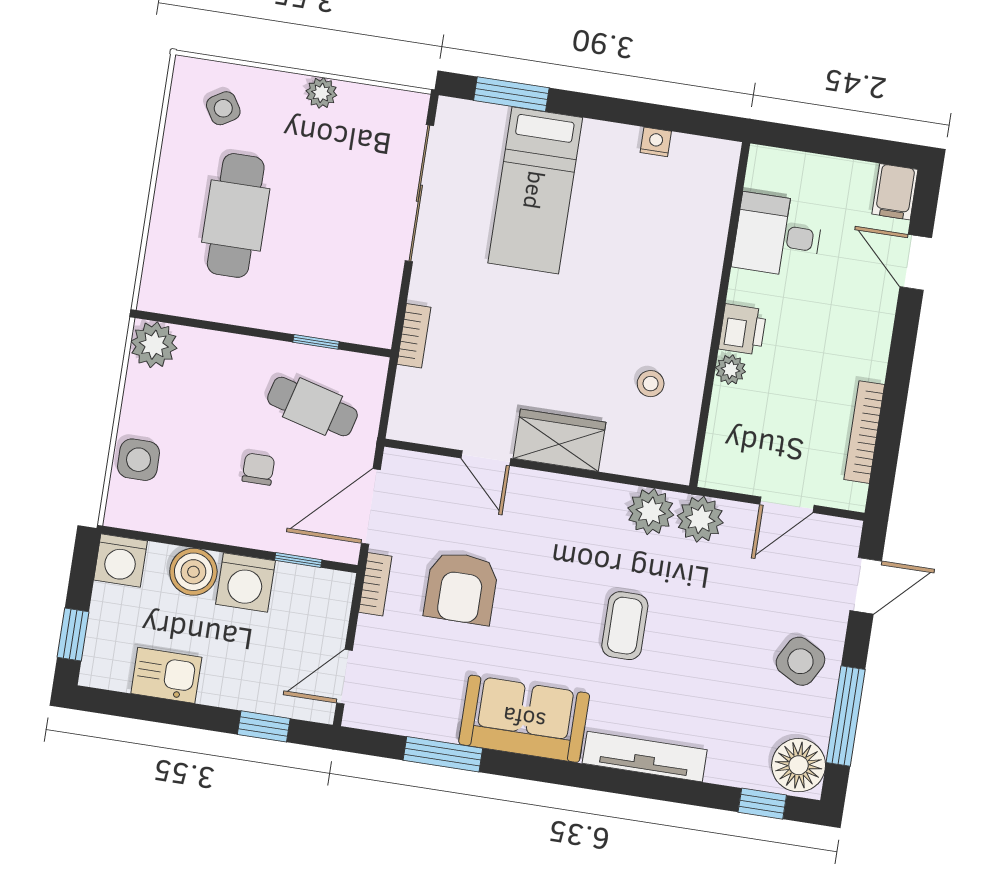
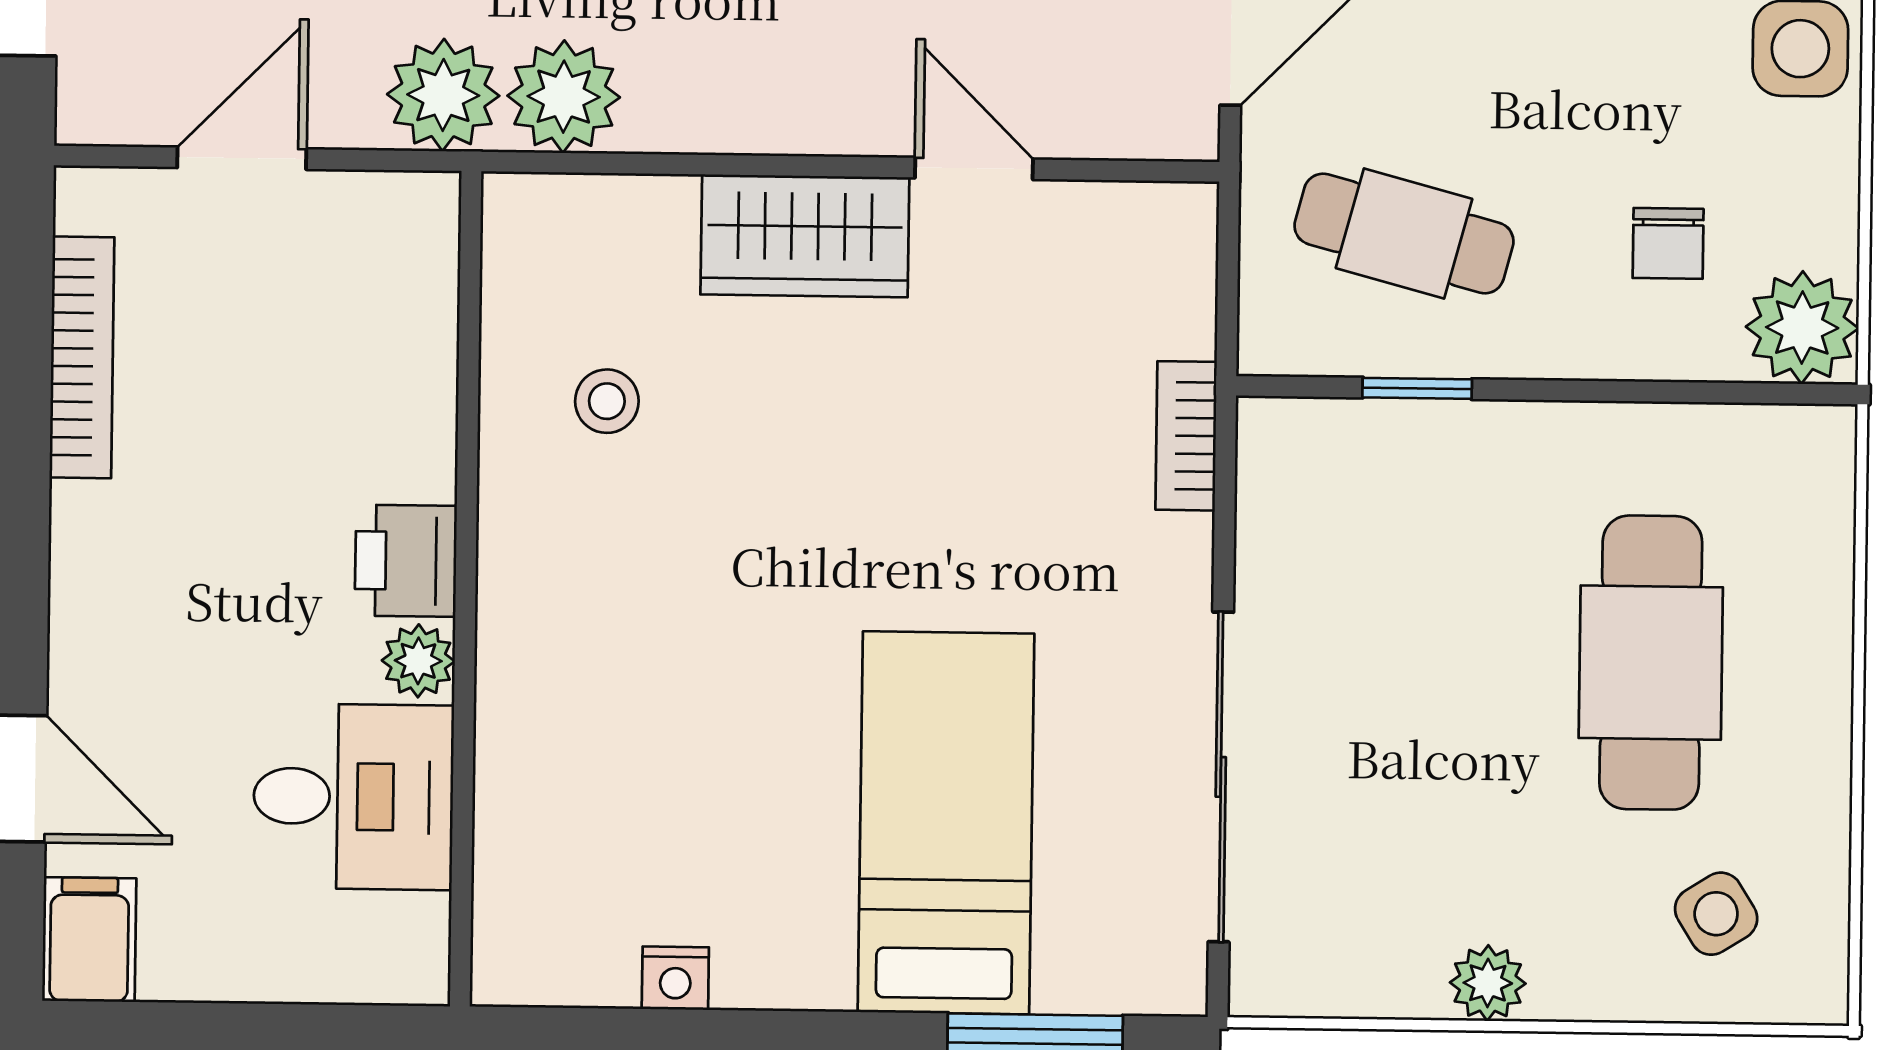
plant: (731, 370) -> (418, 661), moved
chair: (258, 469) -> (1668, 243), moved

